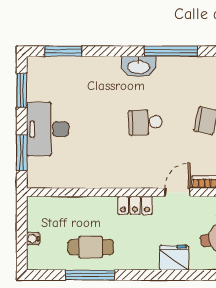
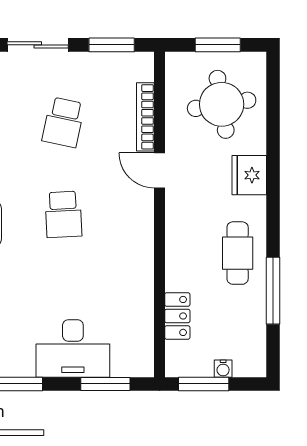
locker: (135, 205) -> (177, 316), moved
window: (22, 224) -> (204, 384), added
cafe table: (91, 247) -> (238, 253), moved

